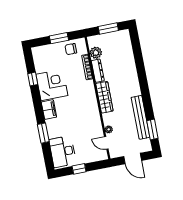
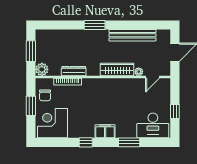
plant: (96, 53) -> (42, 69), moved
window: (33, 79) -> (86, 142), moved
corner desk: (52, 85) -> (53, 123), moved
wardrobe: (104, 97) -> (117, 69), moved
window: (152, 130) -> (95, 25), moved

